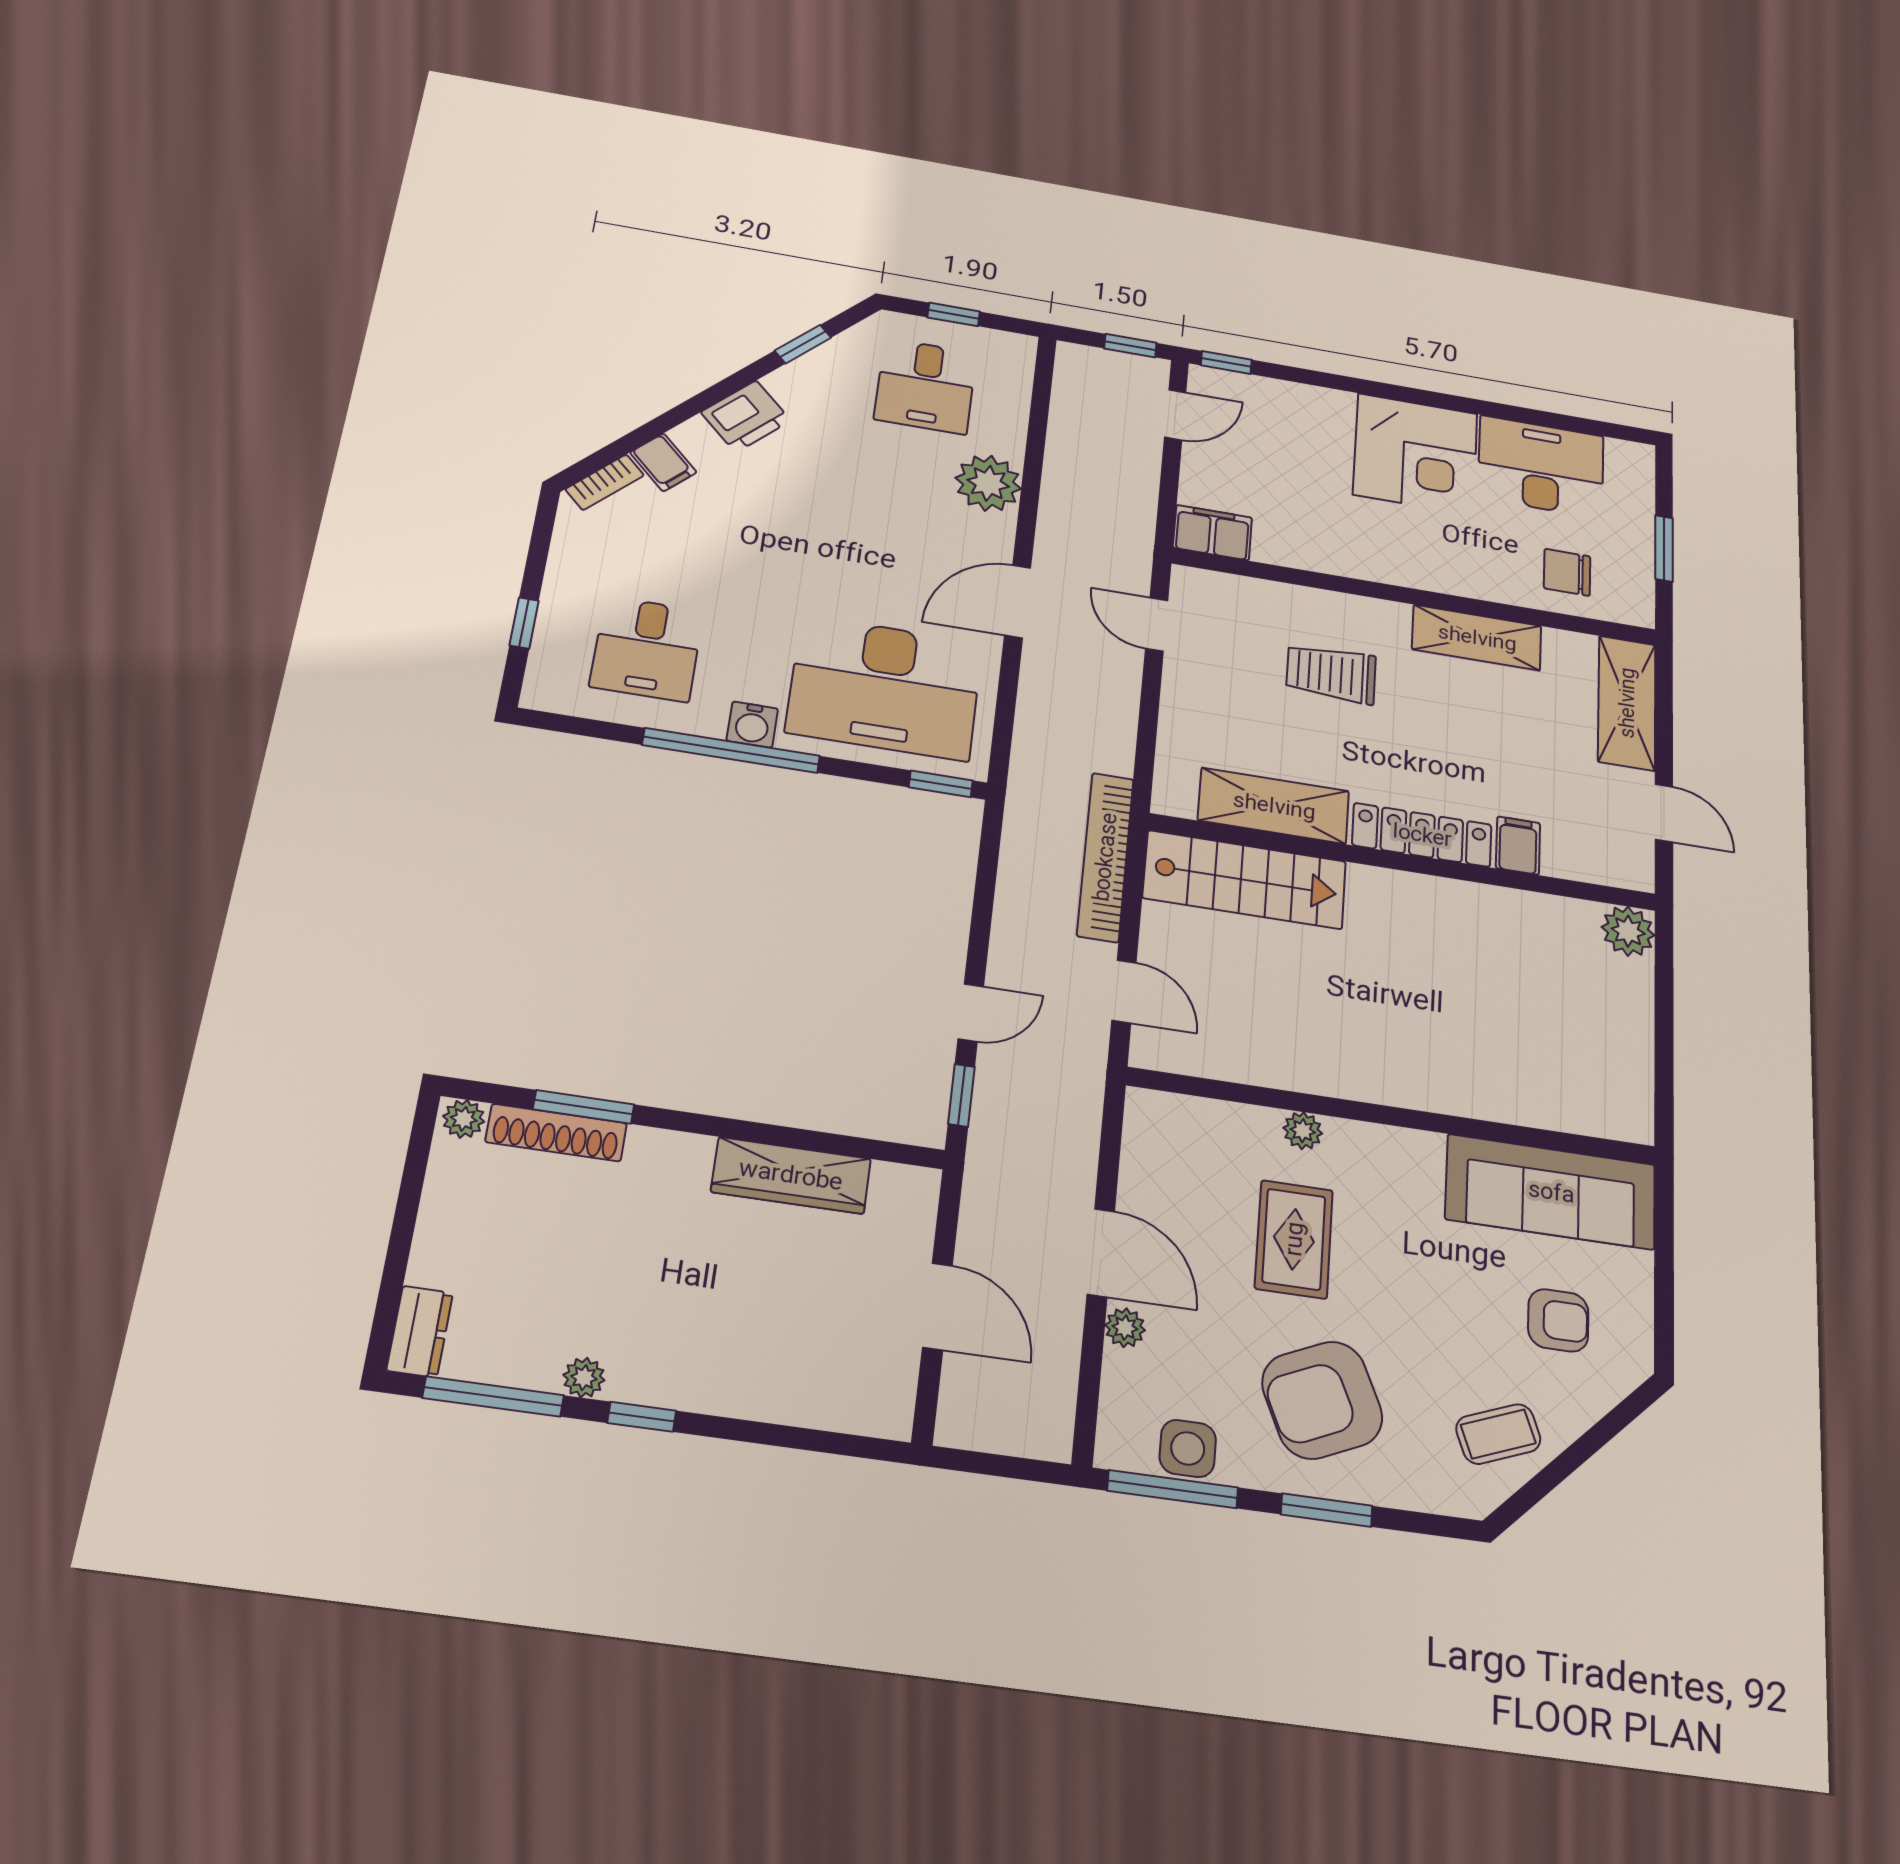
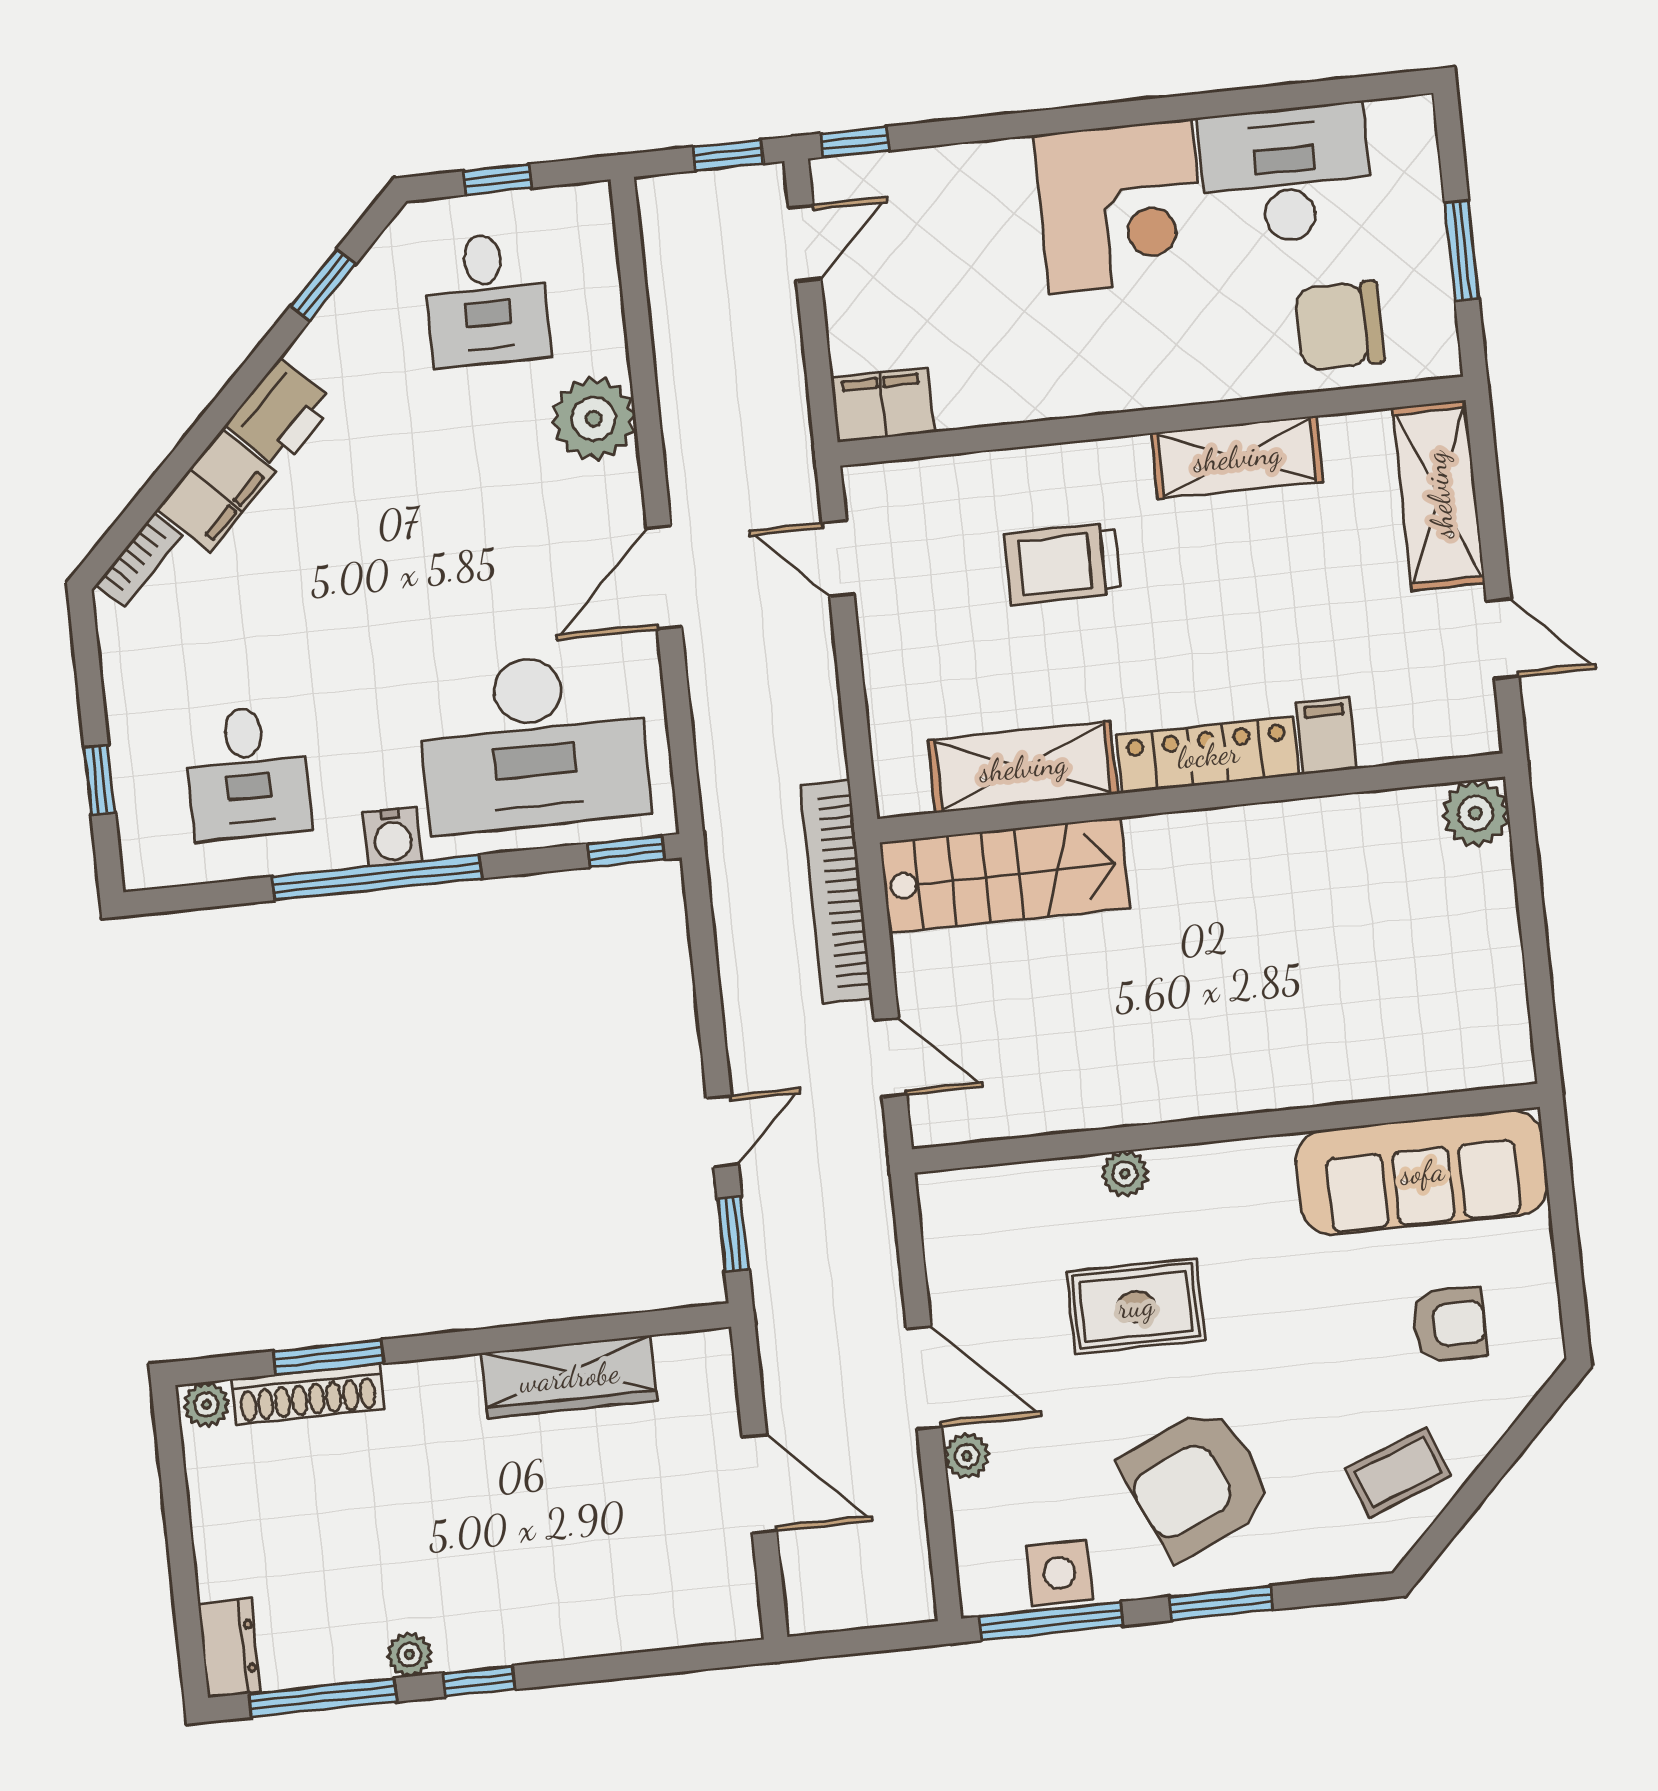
filing cabinet: (663, 462) -> (216, 491), width x2.00
chair: (1567, 572) -> (1340, 326), width x1.37, depth x1.37
rug: (1294, 1239) -> (1136, 1306), turned 90

